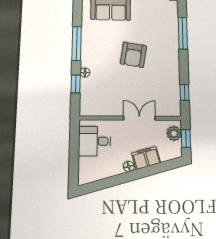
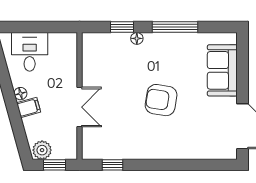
window: (183, 33) -> (191, 165), removed
plant: (174, 133) -> (42, 150), moved
desk: (95, 141) -> (30, 52), moved
filing cabinet: (146, 158) -> (29, 107), width x0.50

